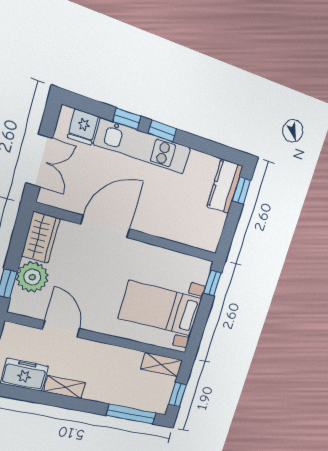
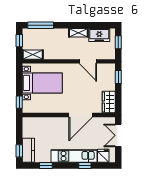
window: (162, 131) -> (46, 166), moved
plant: (32, 277) -> (108, 83), removed

